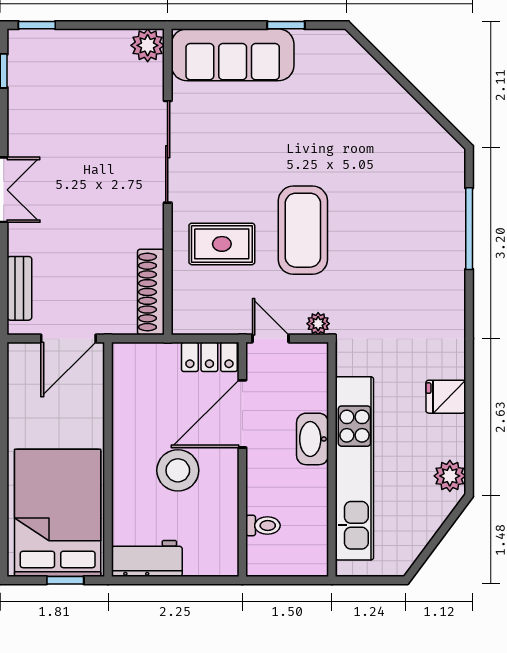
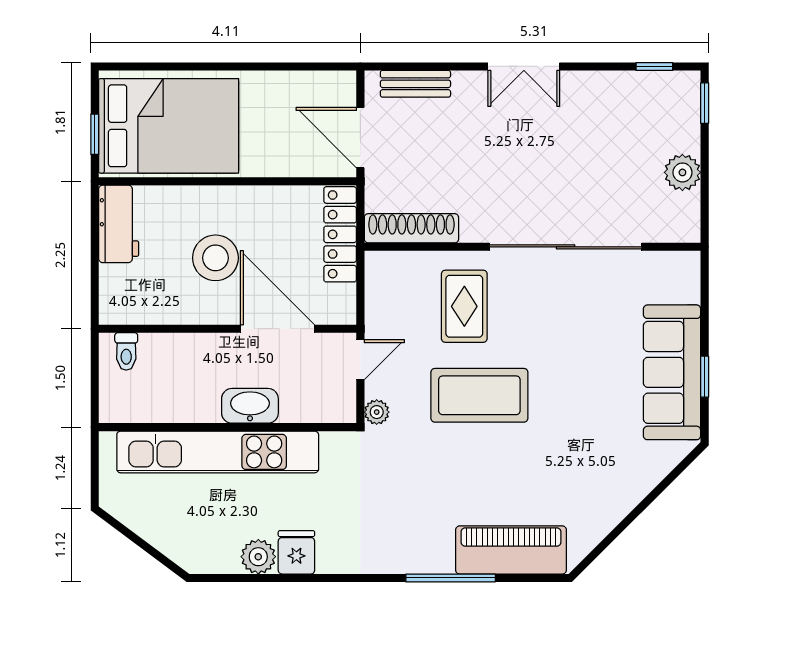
plant: (148, 45) -> (682, 172), moved
sofa: (233, 55) -> (672, 372), moved
sliding door: (168, 152) -> (566, 247), width x1.36
piano: (444, 201) -> (511, 550), added
window: (469, 229) -> (451, 578), moved
locker: (209, 357) -> (340, 234), moved, width x1.53
plant: (450, 476) -> (258, 557), moved
toilet: (263, 526) -> (126, 351), moved

